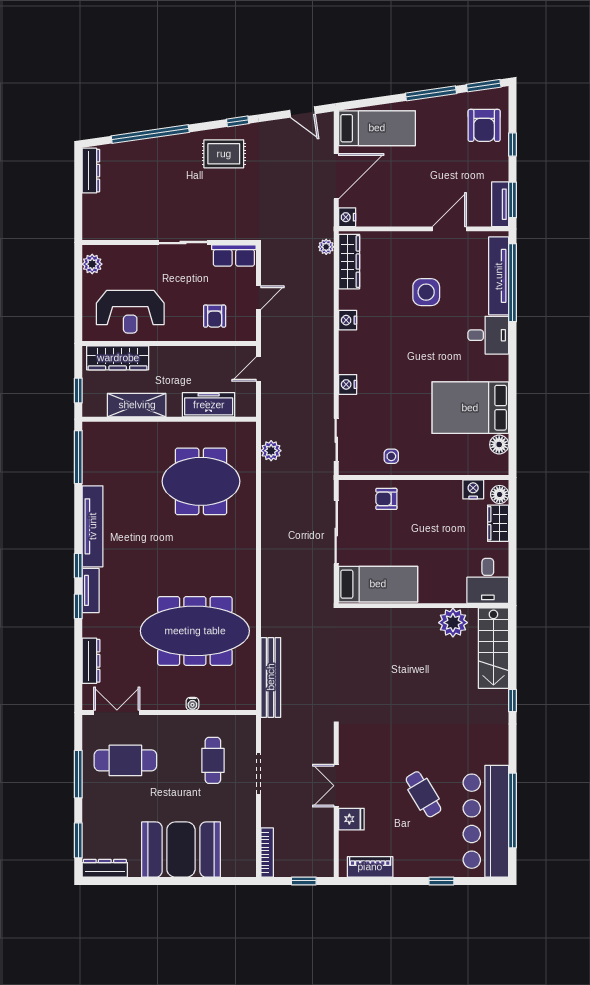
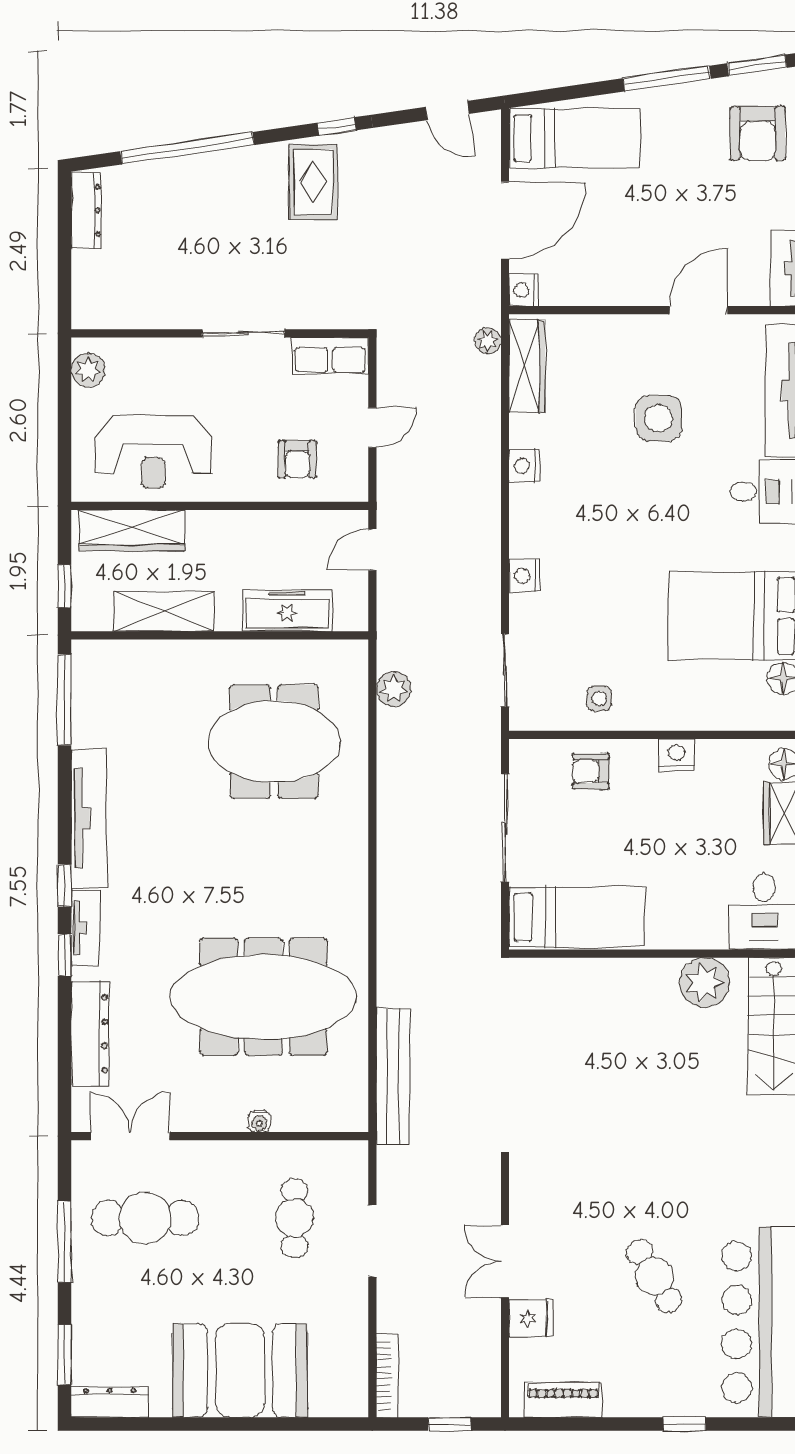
rug: (224, 154) -> (313, 182), turned 90
nightstand: (473, 489) -> (677, 755), moved
dresser: (91, 661) -> (90, 1034), width x1.37, depth x1.24

